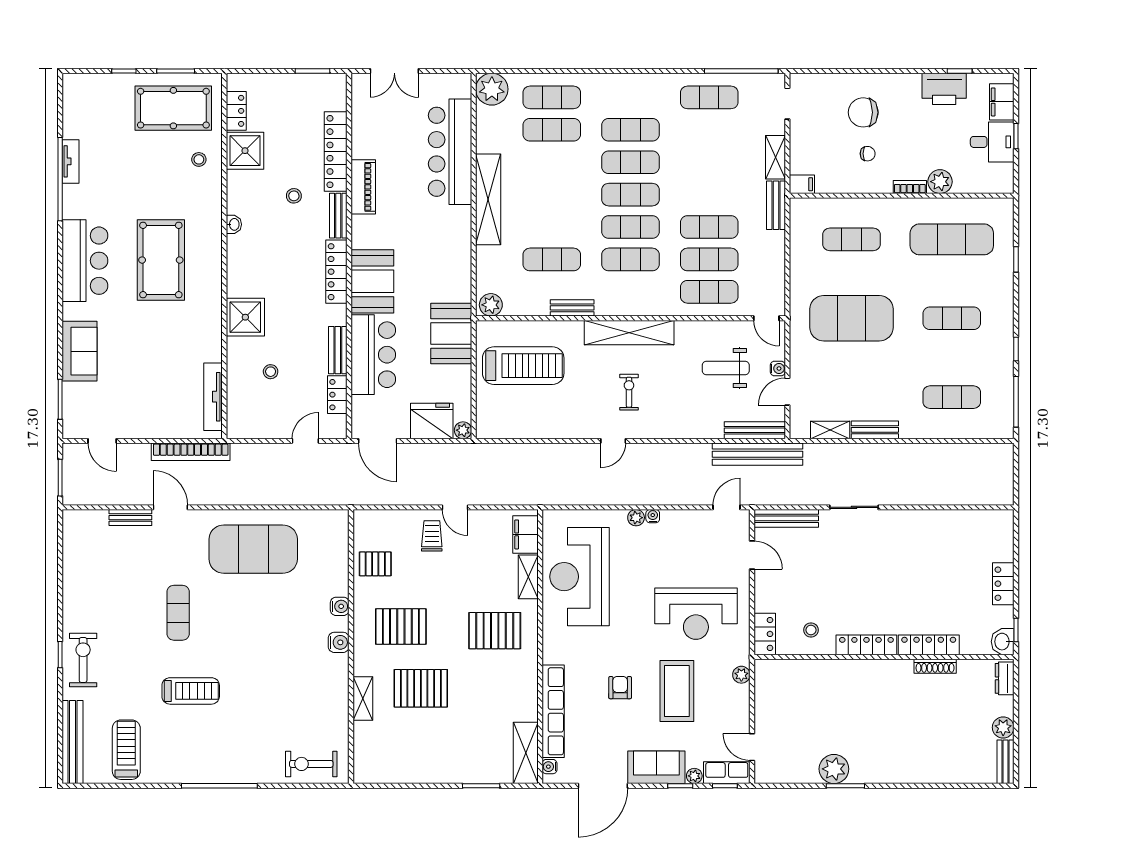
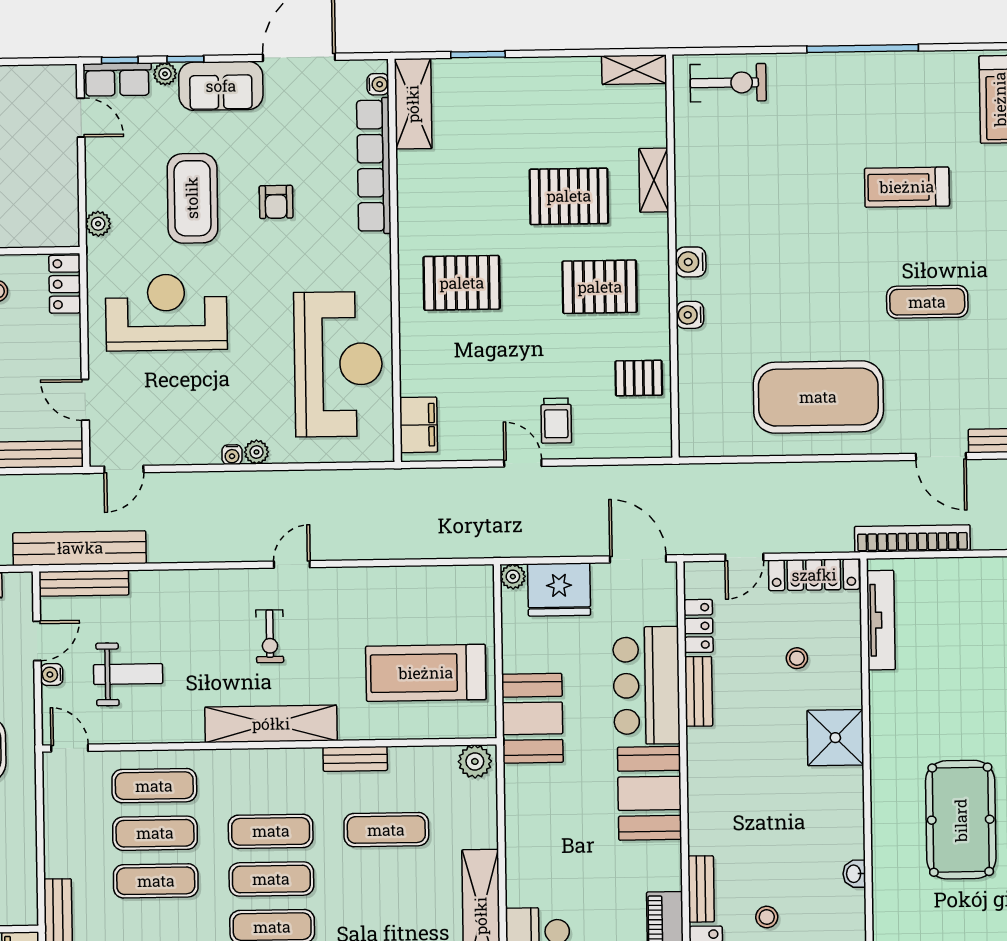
locker: (336, 272) -> (814, 575), moved, turned 90
shelving: (528, 577) -> (634, 70), moved, turned 90
exercise mat: (178, 613) -> (927, 302), turned 90

